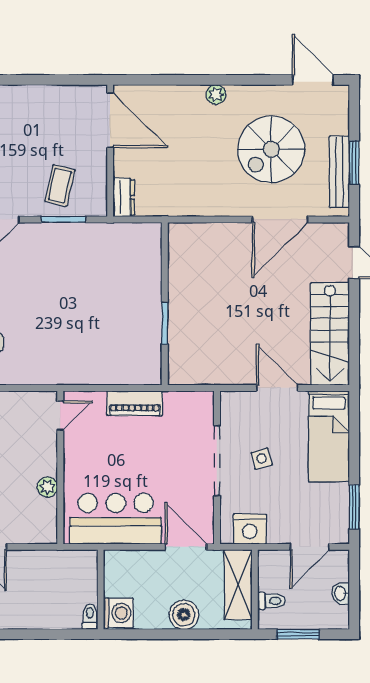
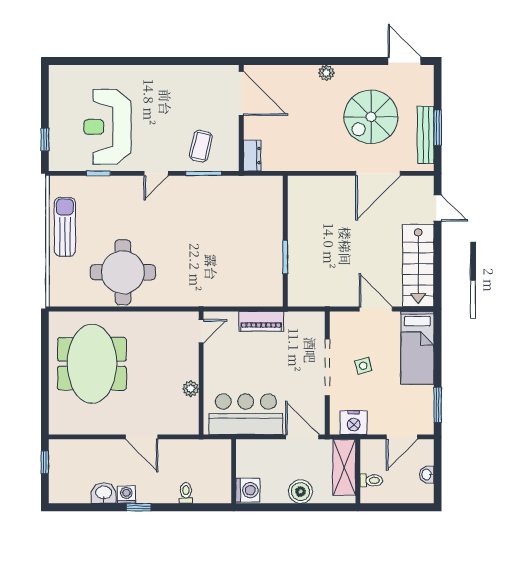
toilet: (90, 616) -> (186, 493), moved
window: (298, 634) -> (393, 507), removed

